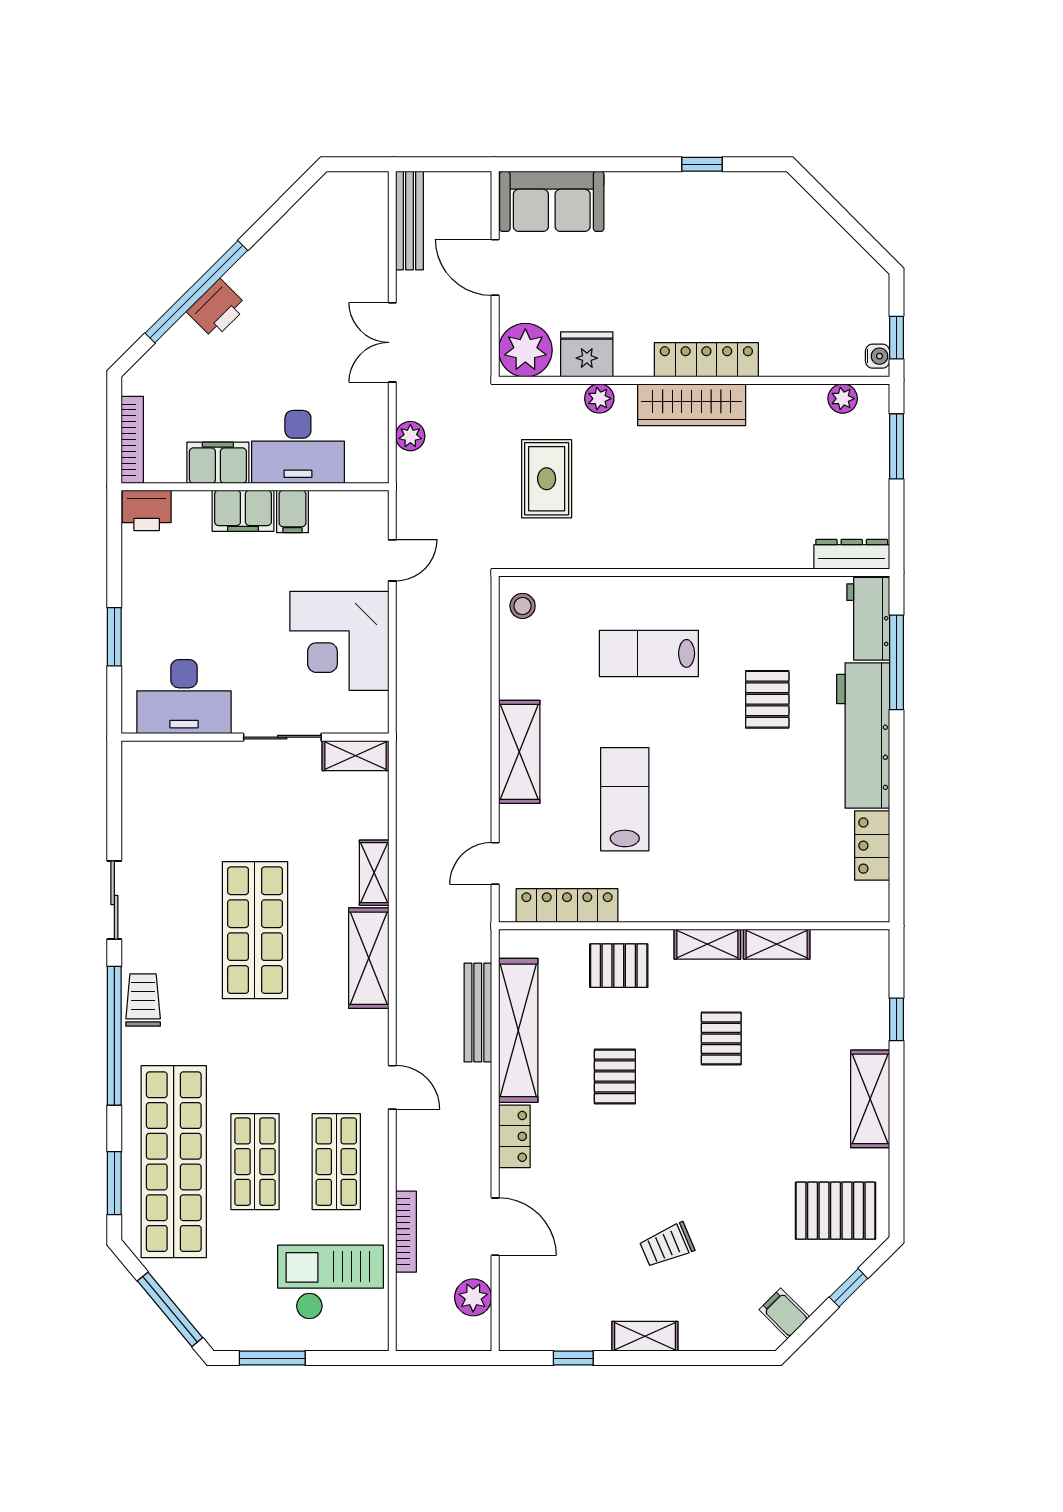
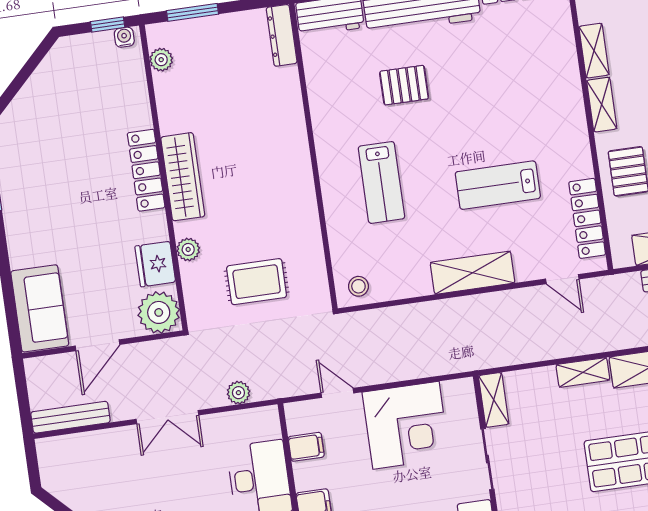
filing cabinet: (292, 511) -> (306, 447), moved

